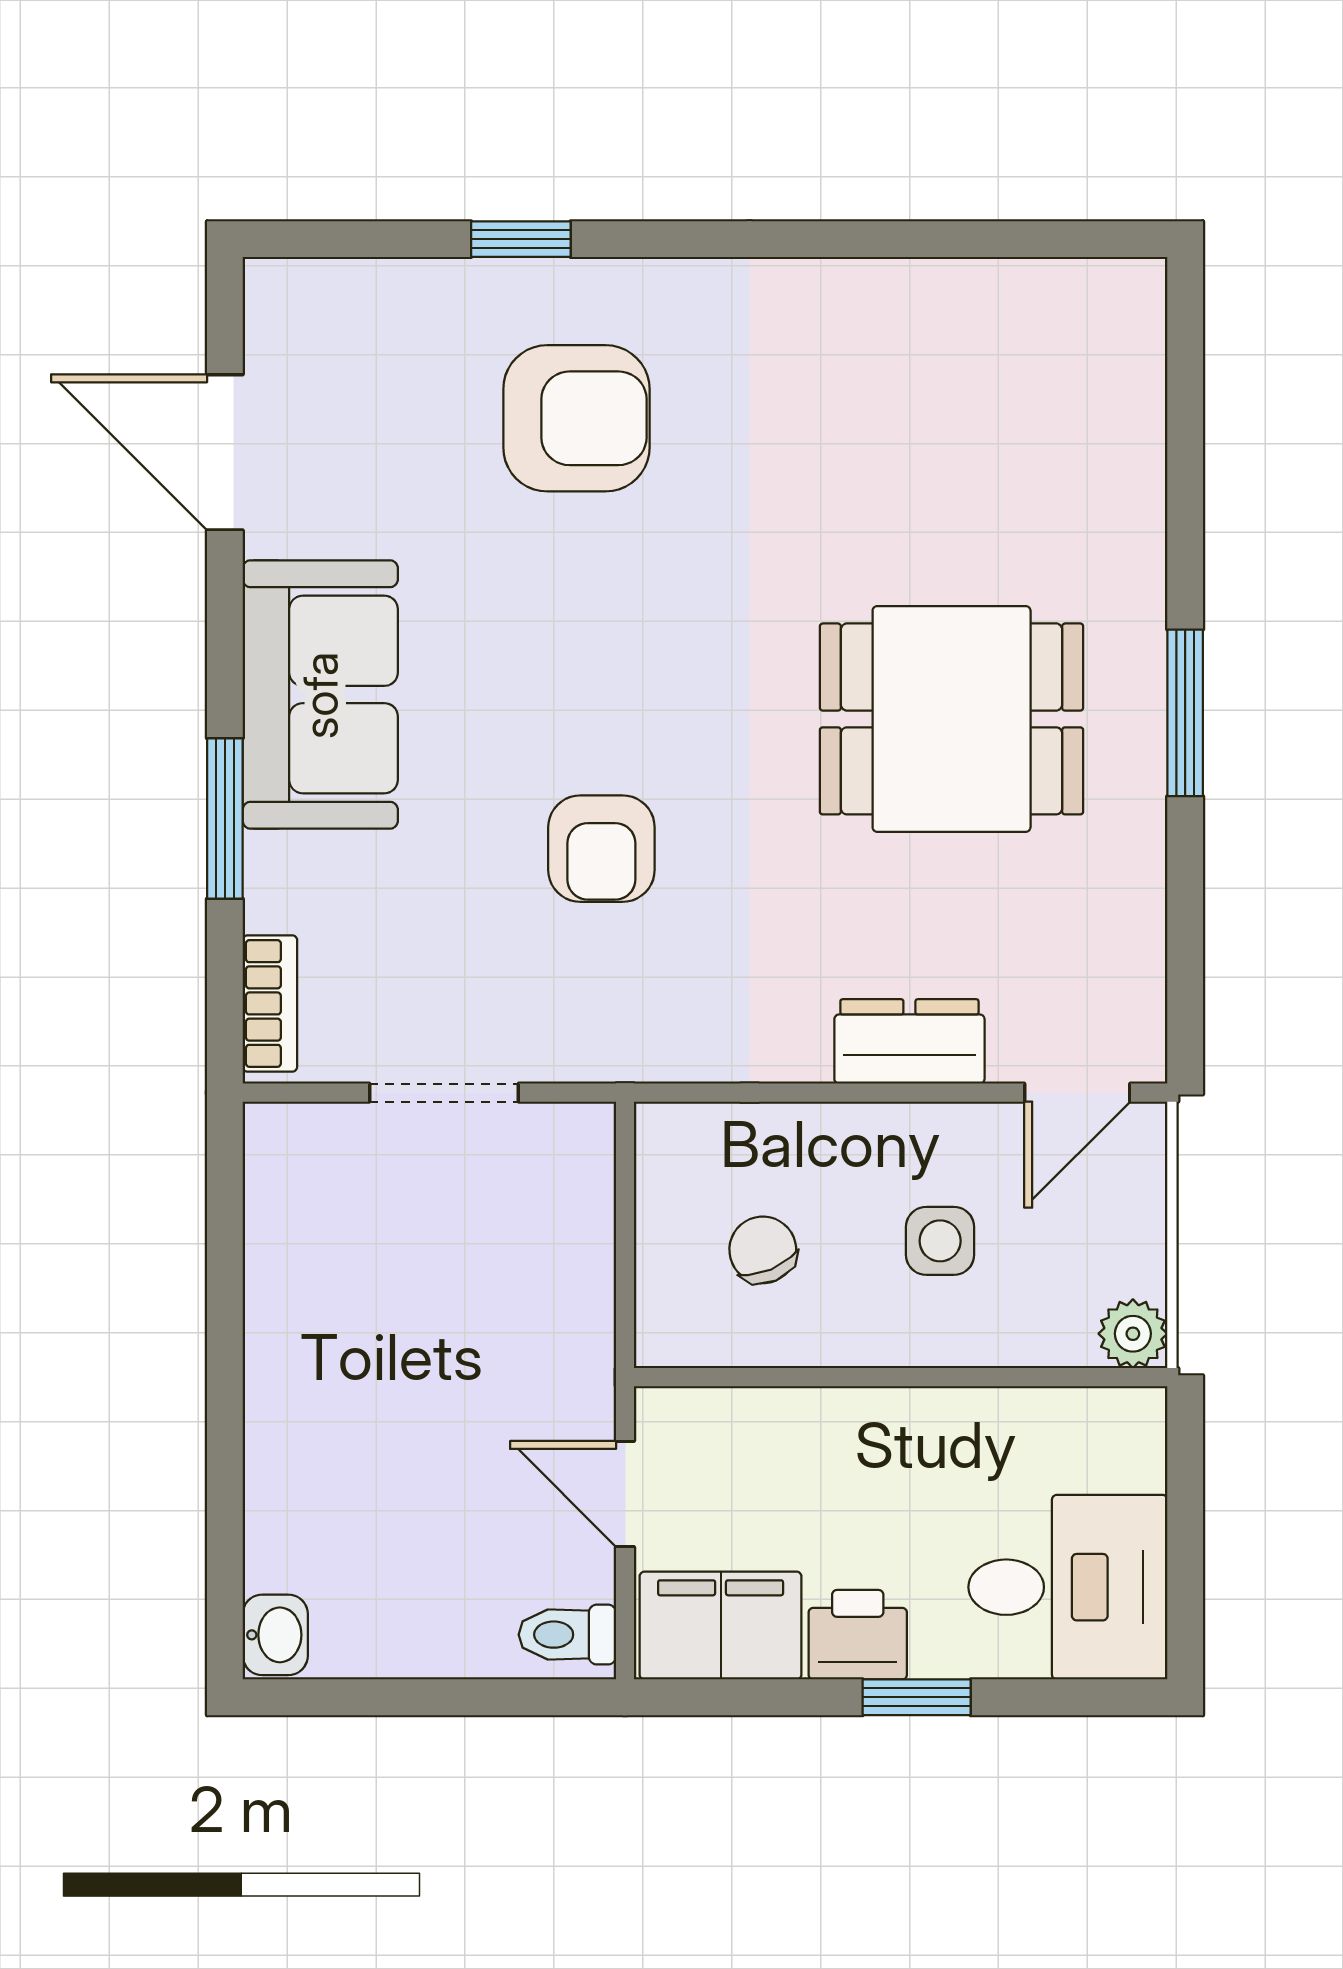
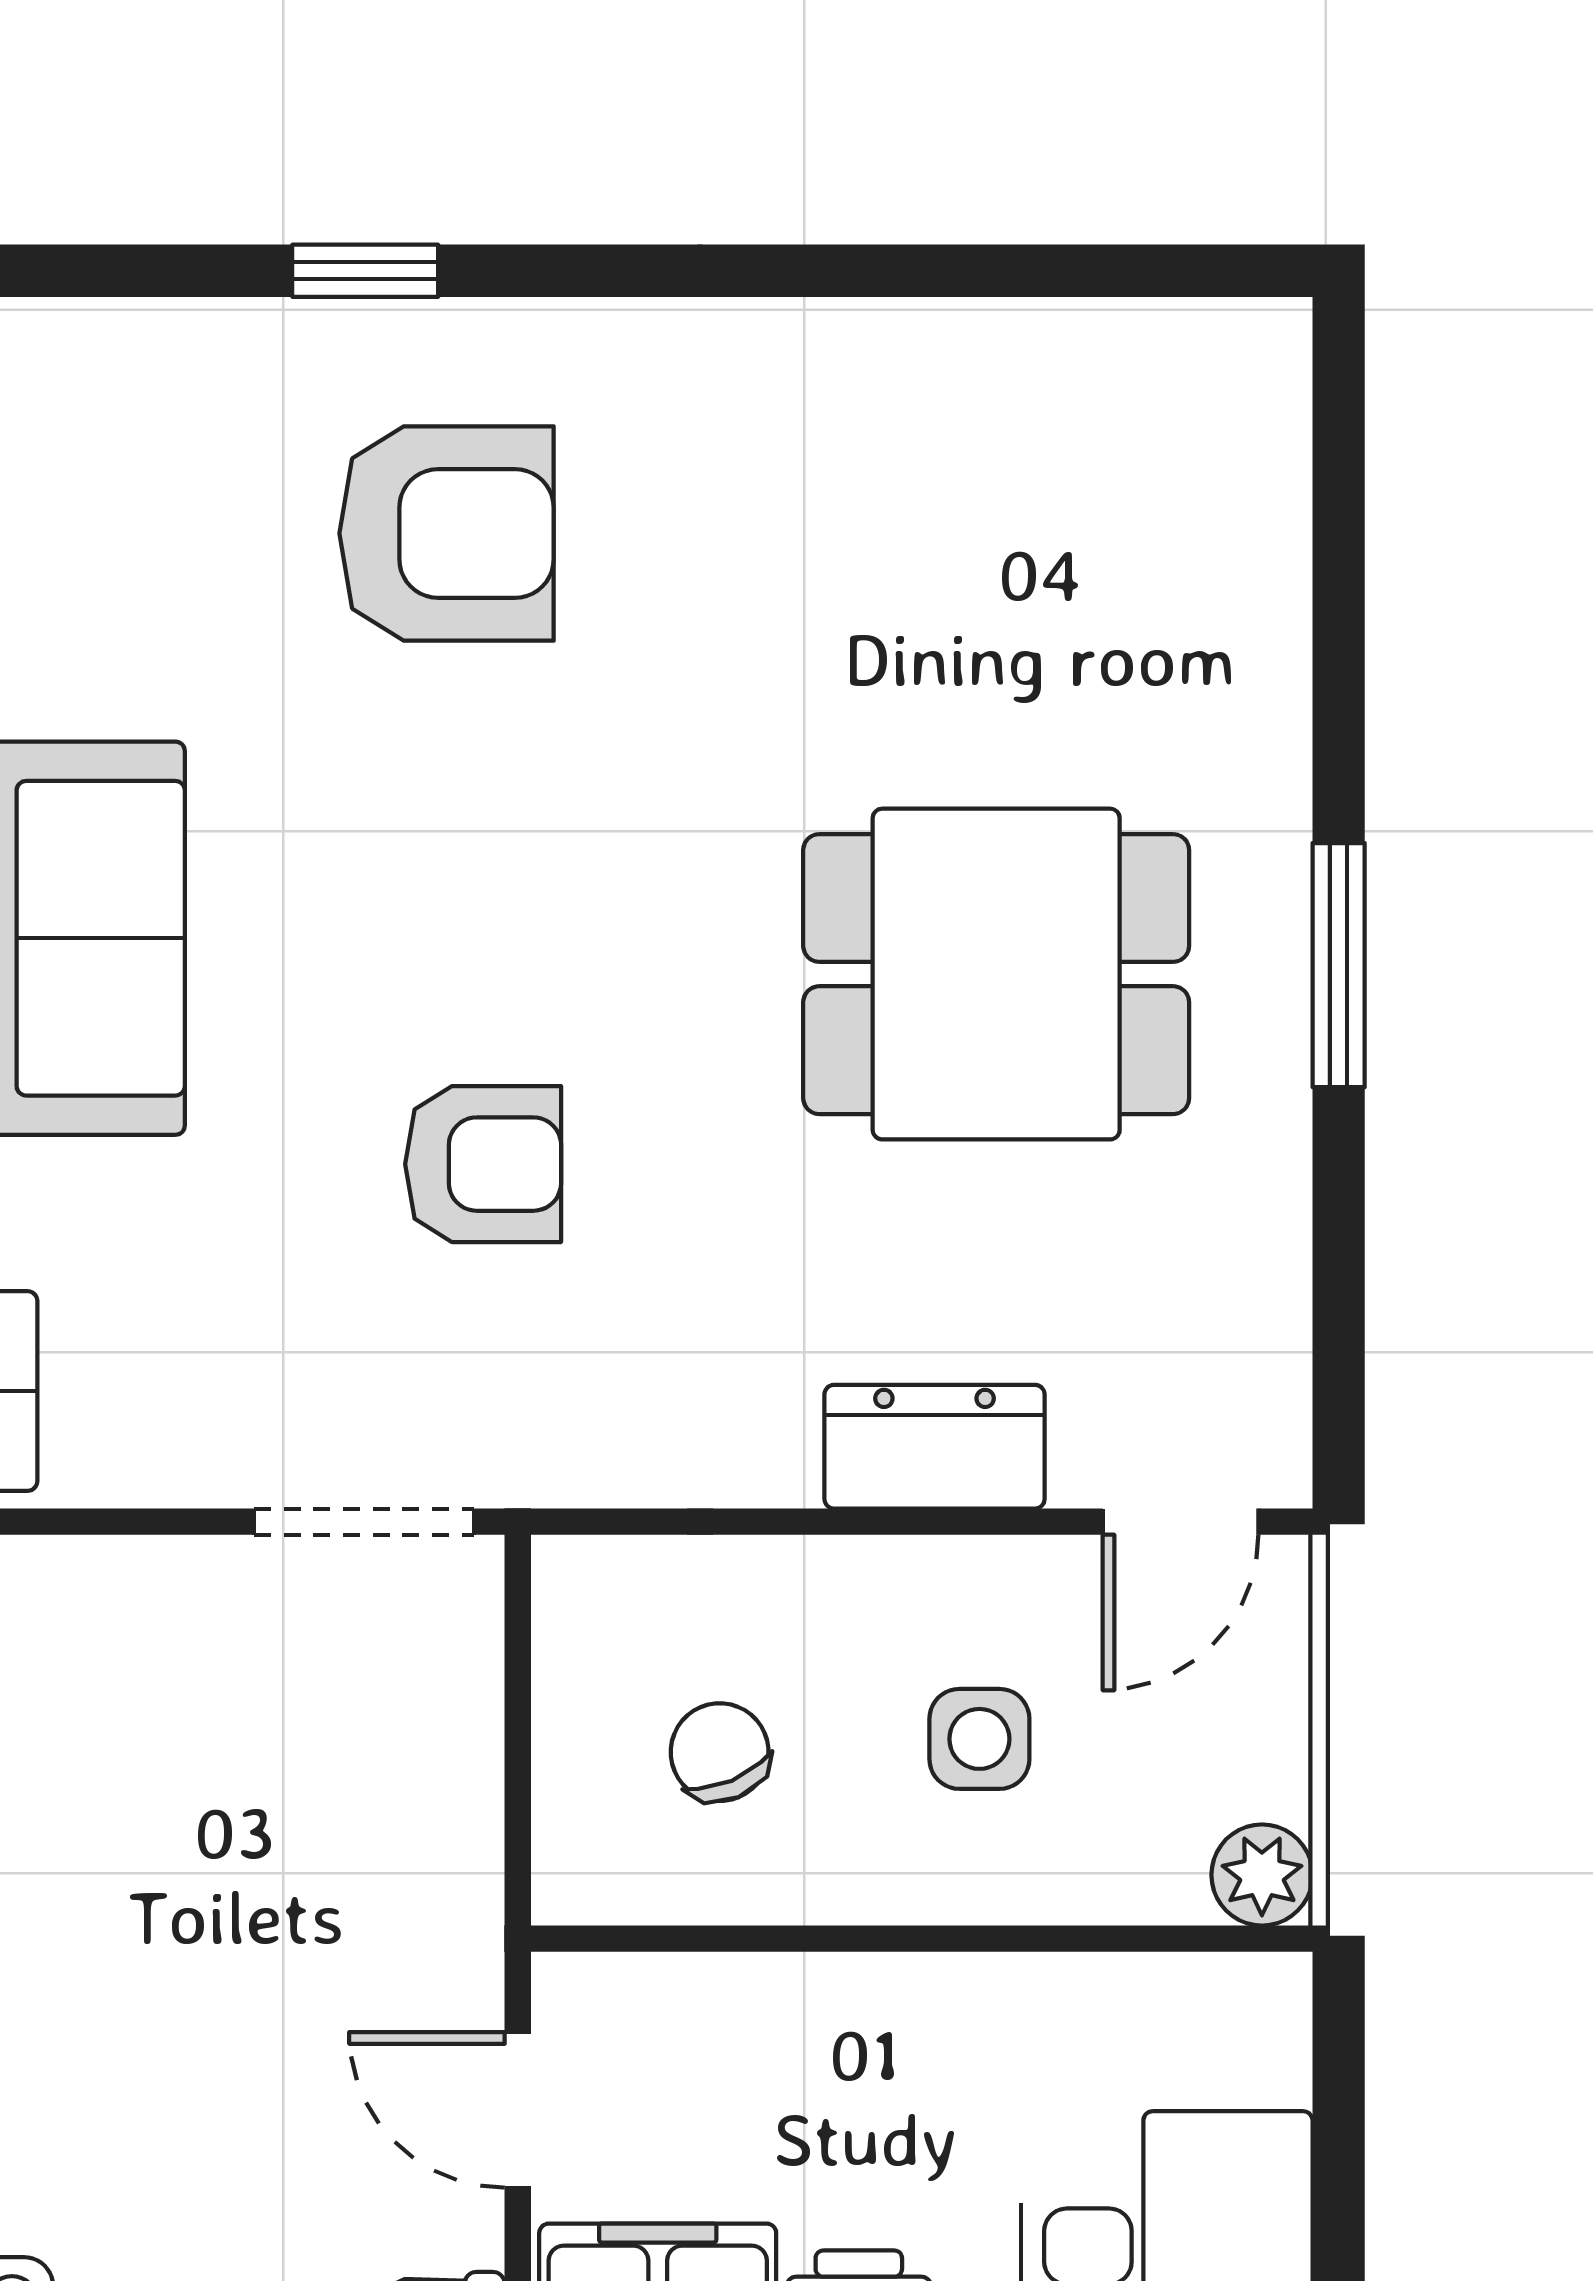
armchair: (601, 849) -> (483, 1164), turned -90
doorway: (444, 1093) -> (364, 1522), moved

